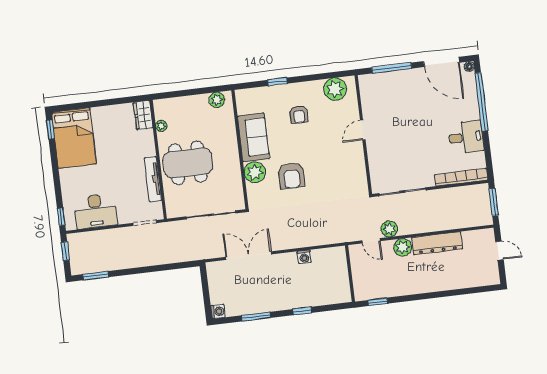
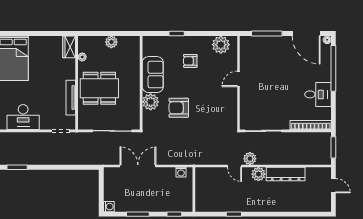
plant: (217, 100) -> (111, 42), moved
armchair: (299, 114) -> (190, 61), turned 90
armchair: (291, 176) -> (179, 108), turned 90
wall: (350, 274) -> (194, 189), moved

